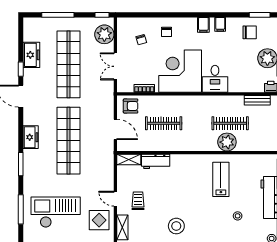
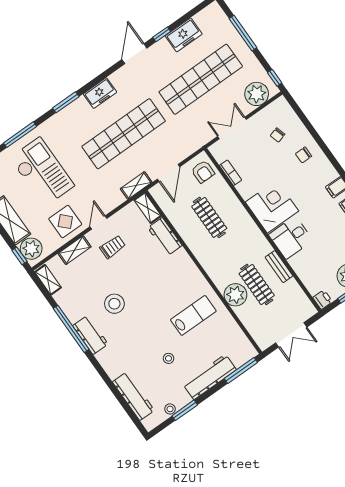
corner desk: (180, 71) -> (272, 207), width x0.74, depth x0.74
bench: (257, 100) -> (279, 267), moved
shelving: (108, 156) -> (136, 185), added

